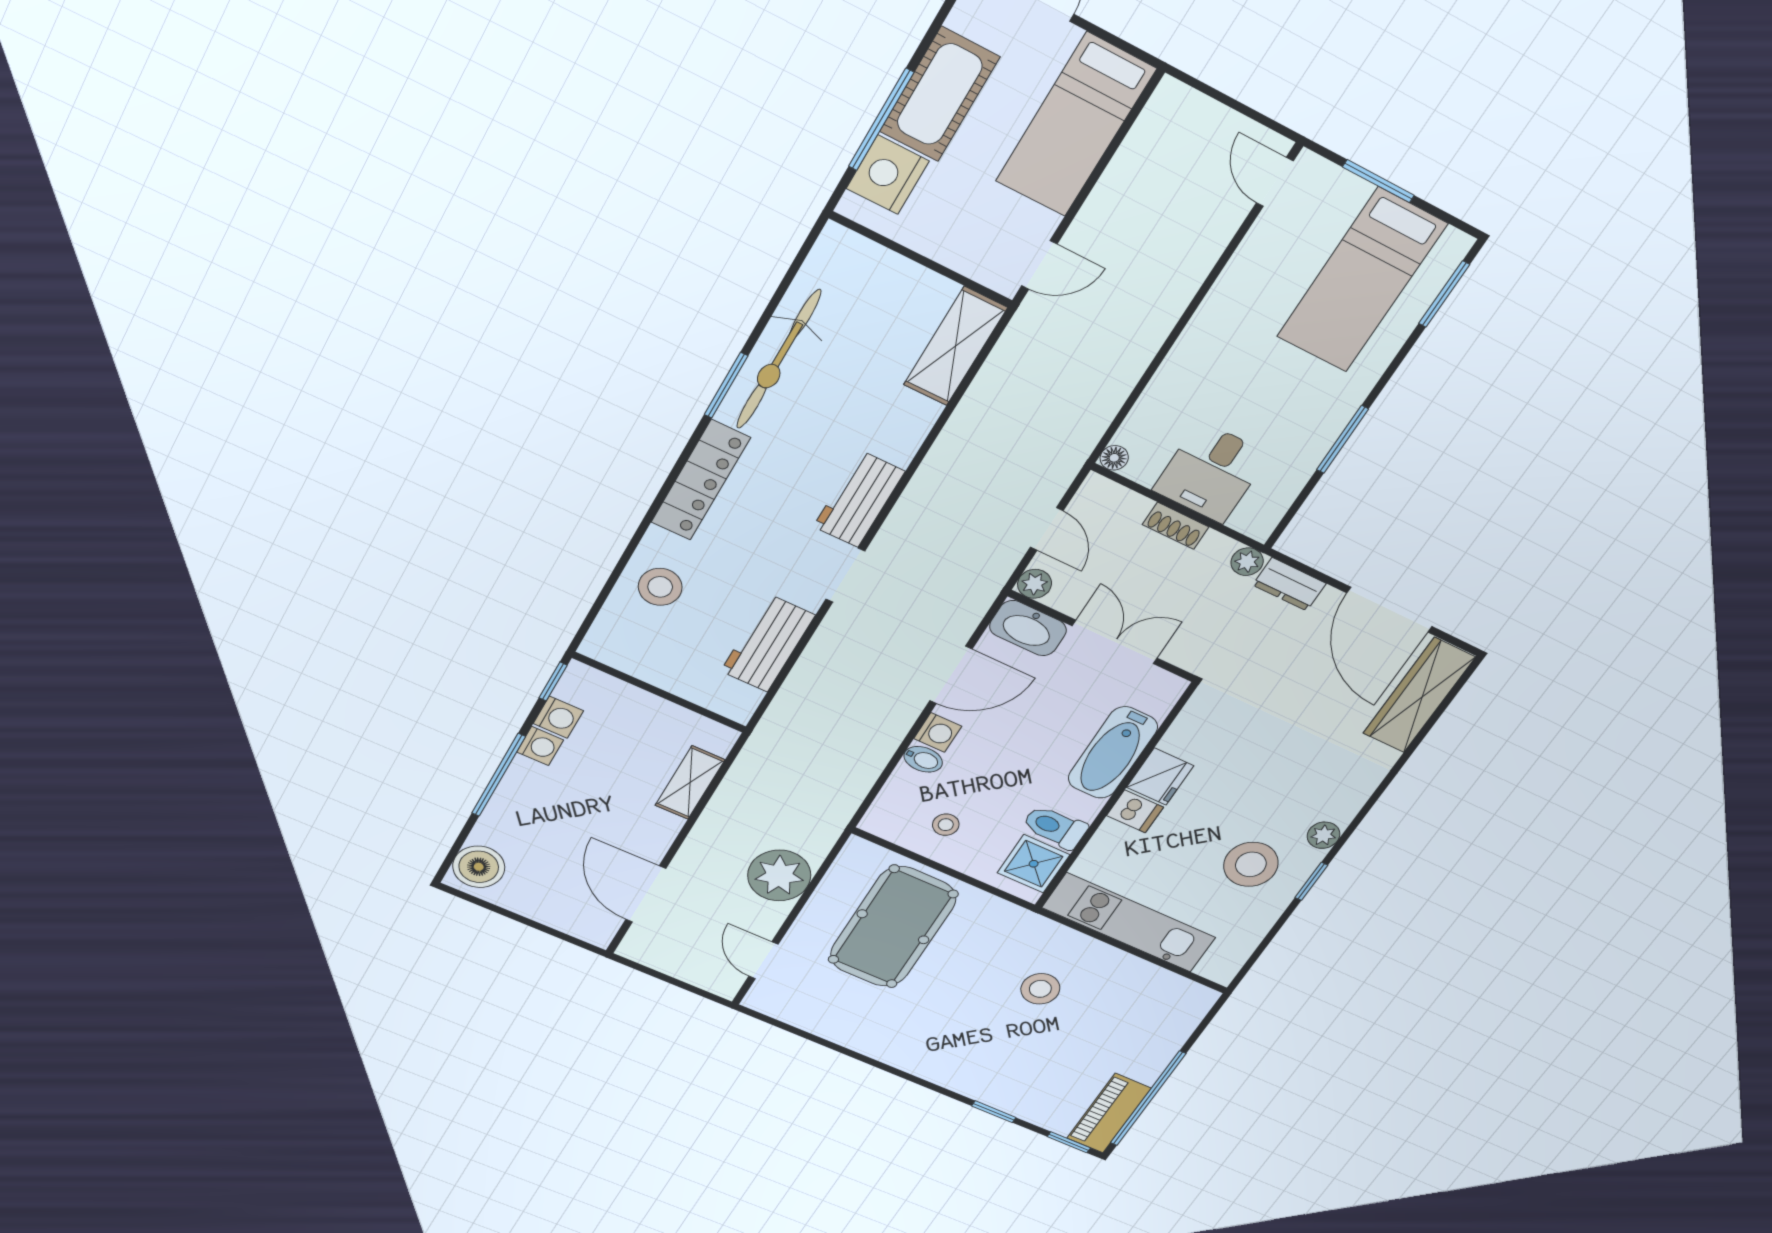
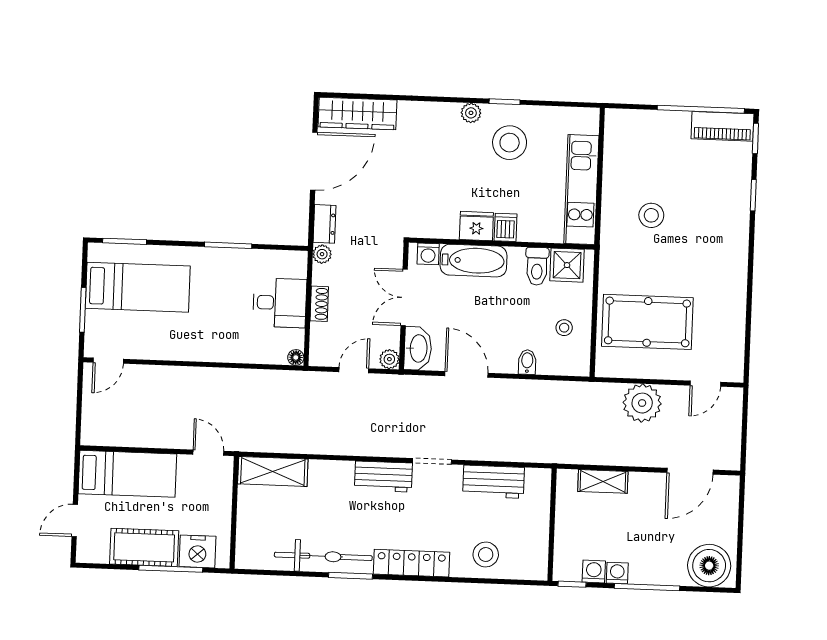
washing machine: (938, 732) -> (428, 254), moved, turned 180
boiler: (479, 867) -> (709, 566), width x1.37, depth x1.37

